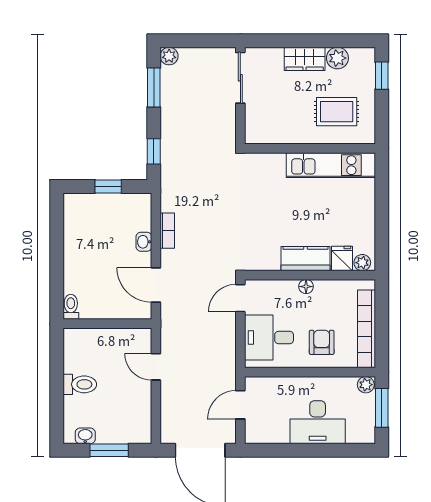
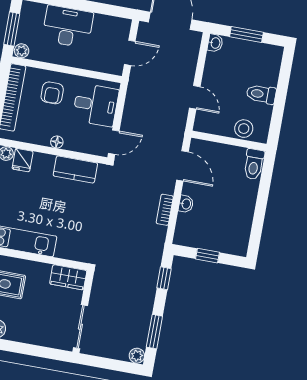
wardrobe: (305, 59) -> (68, 277), moved, turned 180
kitchen counter: (305, 259) -> (75, 169), moved
toilet: (71, 307) -> (254, 164), width x1.37, depth x1.39
stool: (93, 341) -> (244, 129), added
washbasin: (85, 436) -> (215, 43), moved, turned -90

